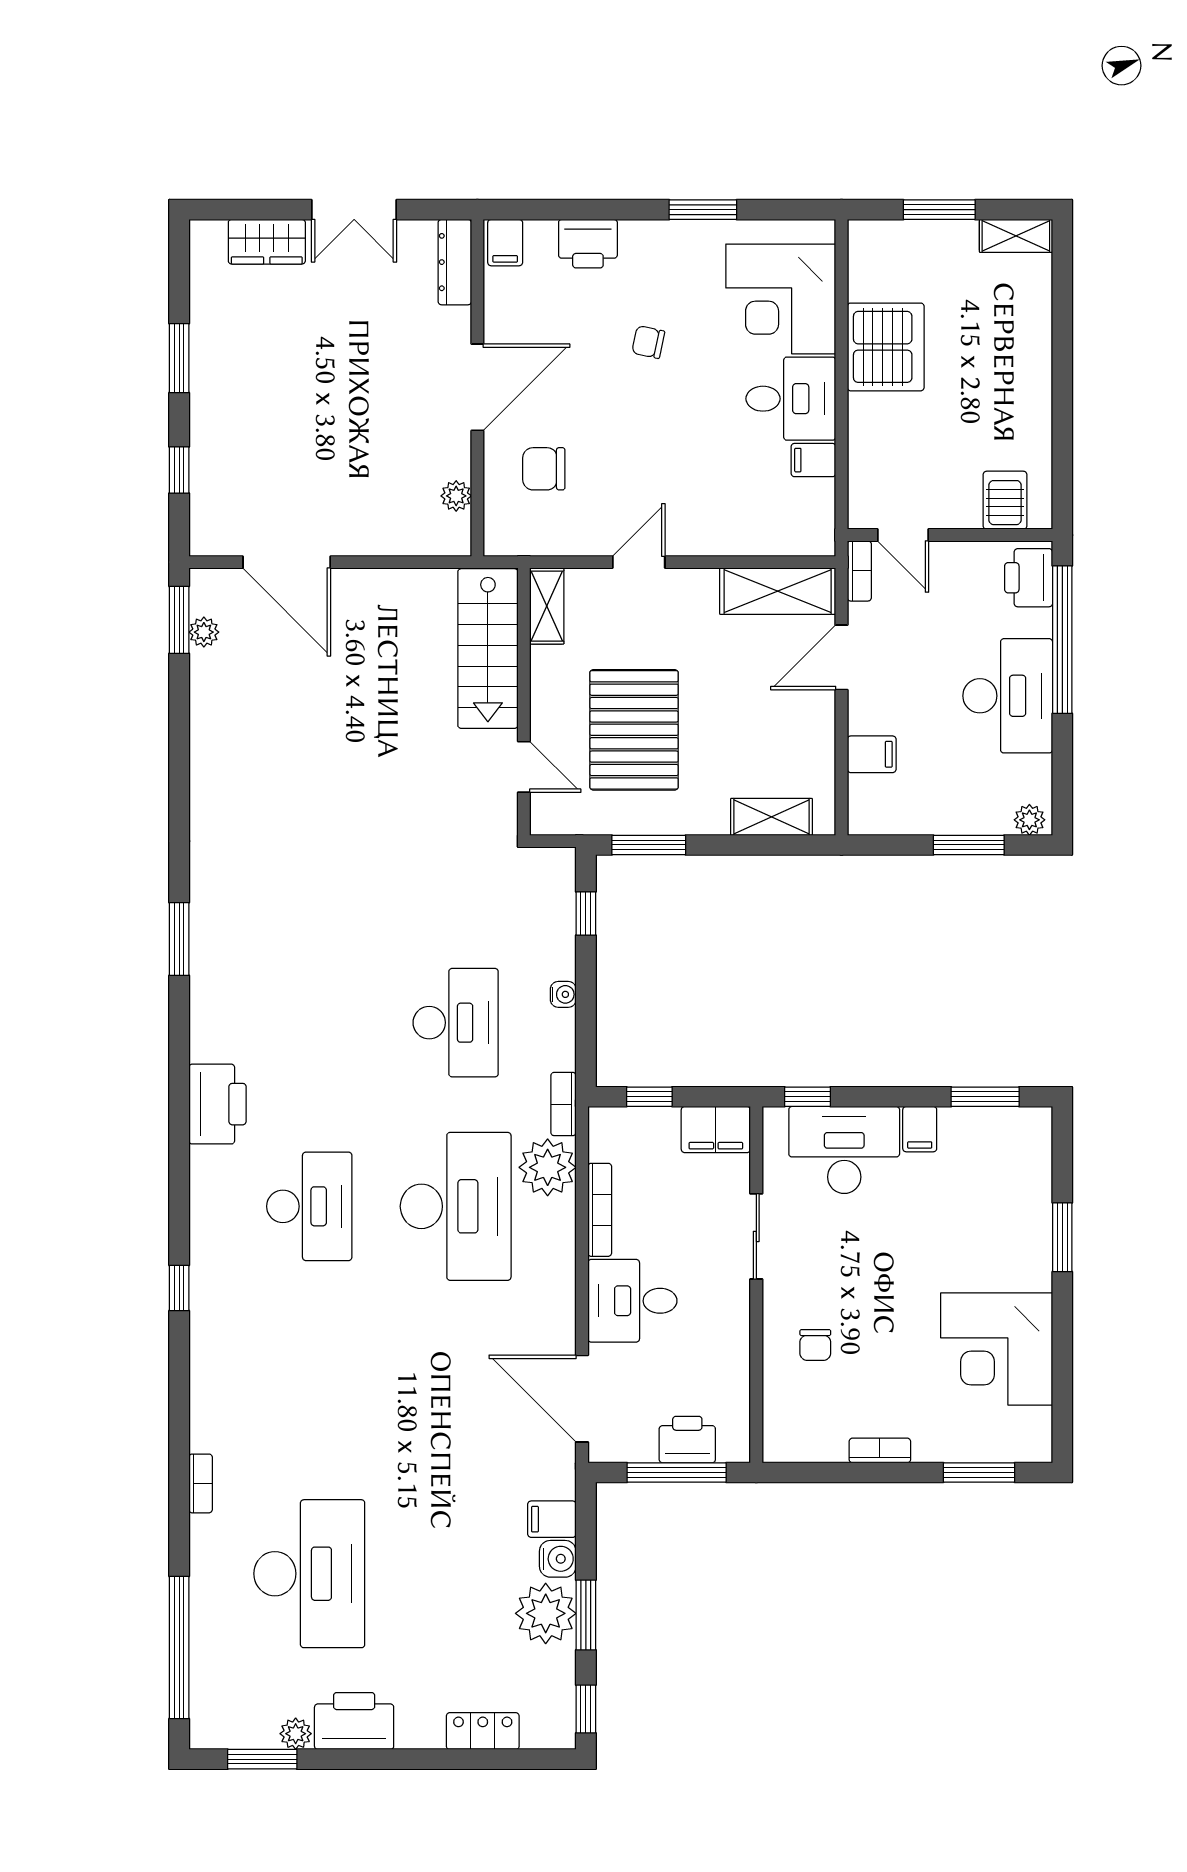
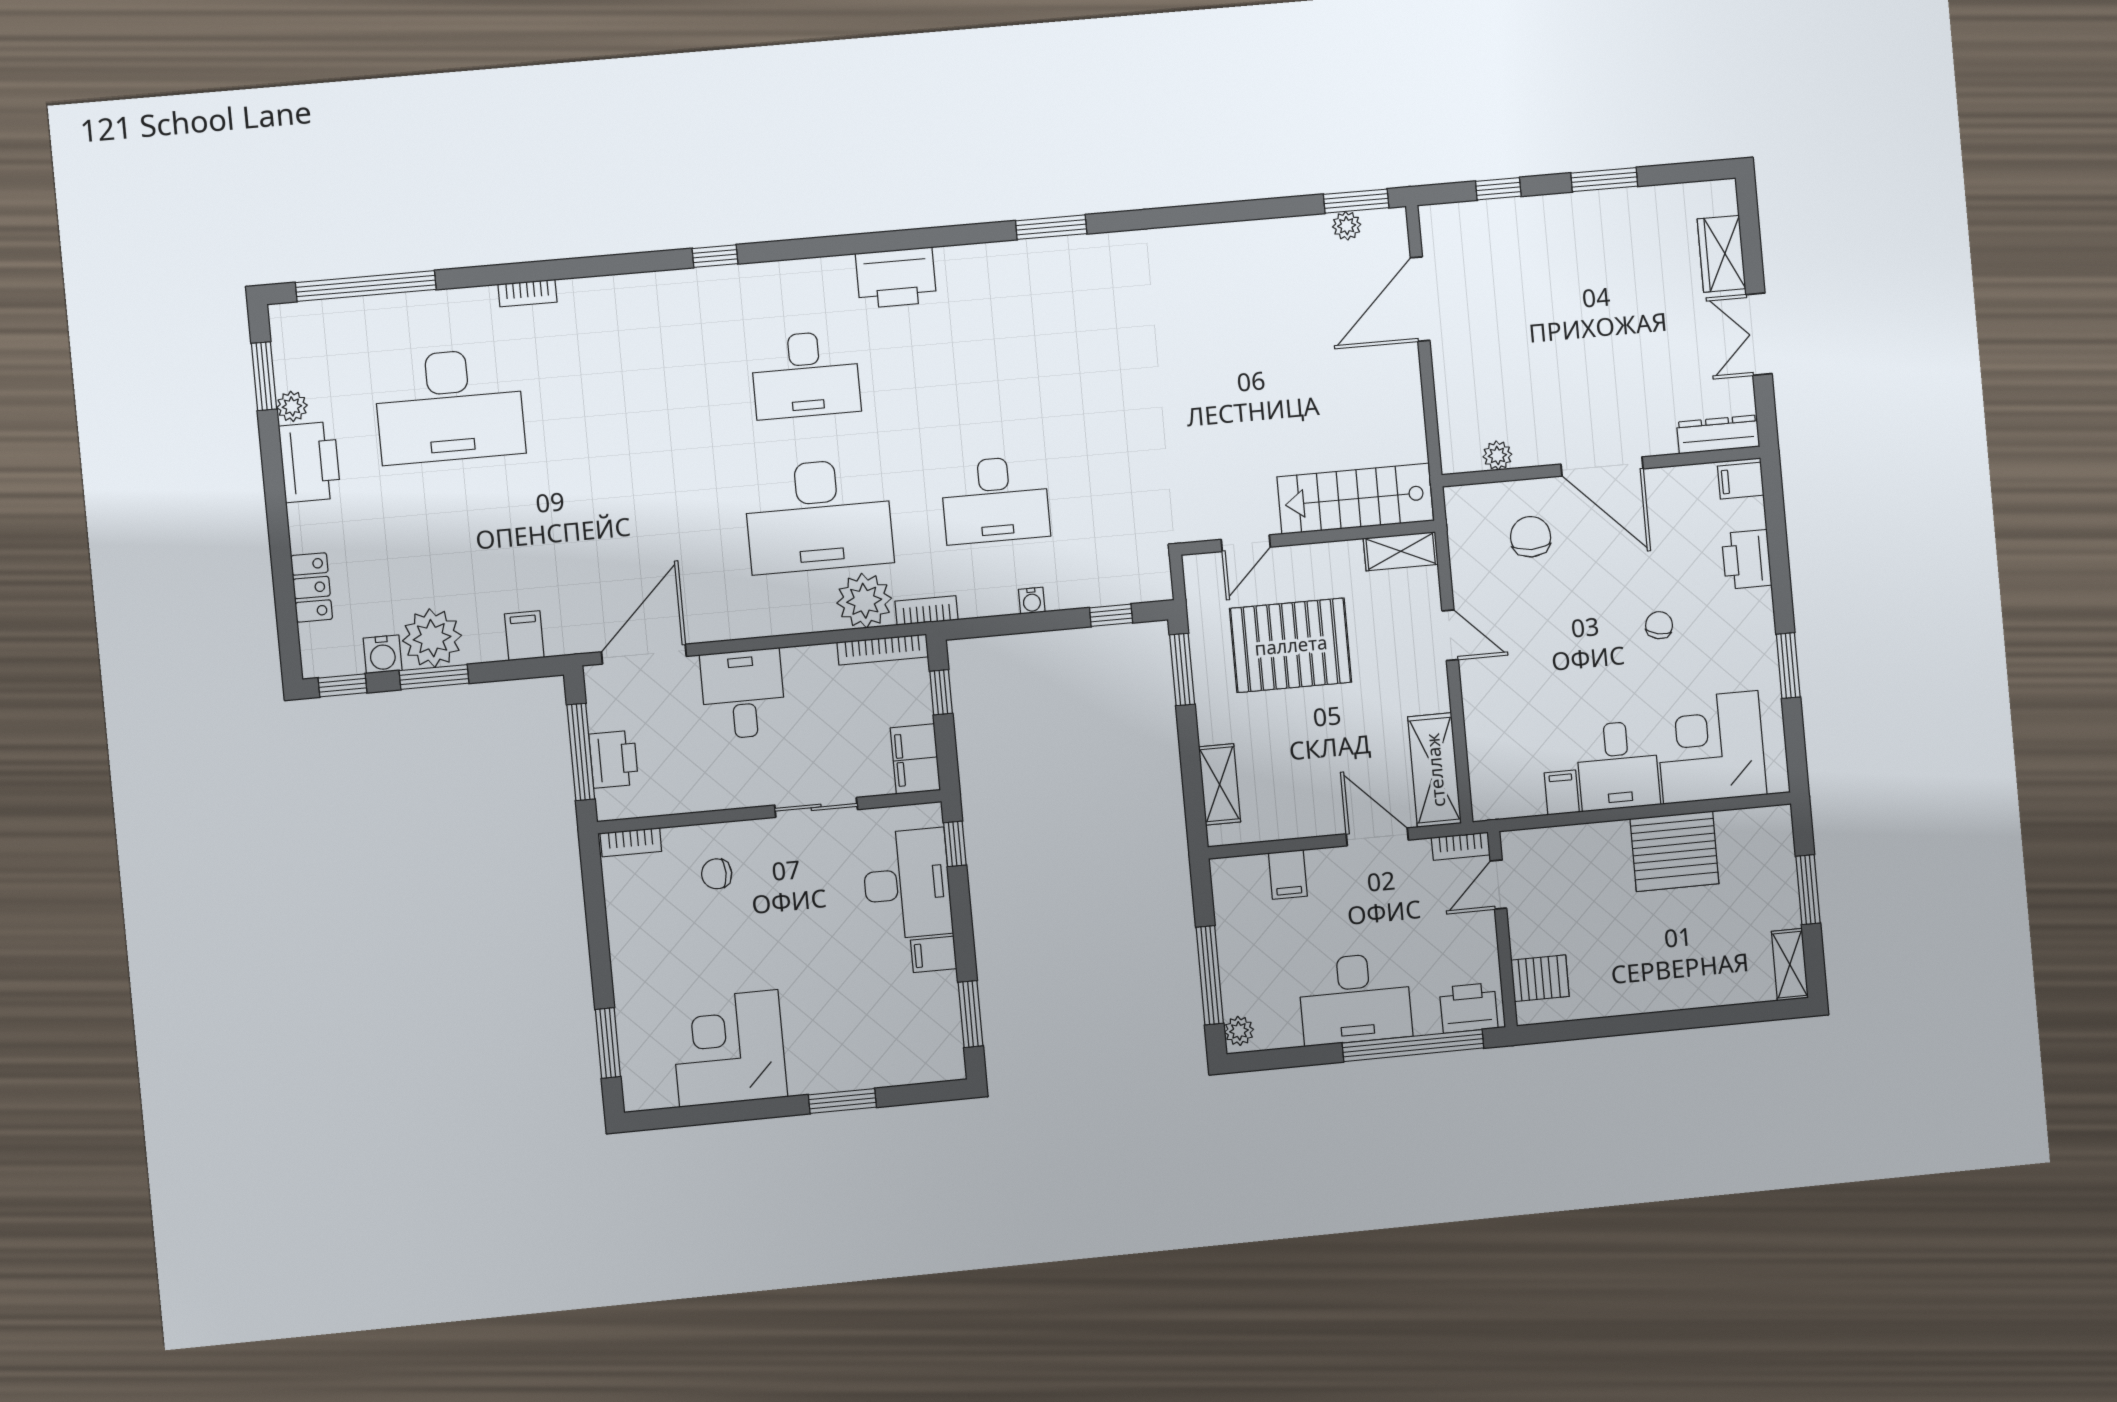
window: (969, 845) -> (1210, 975), width x1.44
bookcase: (600, 1210) -> (883, 649), moved
bookcase: (880, 1451) -> (631, 842), moved, turned 90
water cooler: (558, 1559) -> (383, 654), moved

